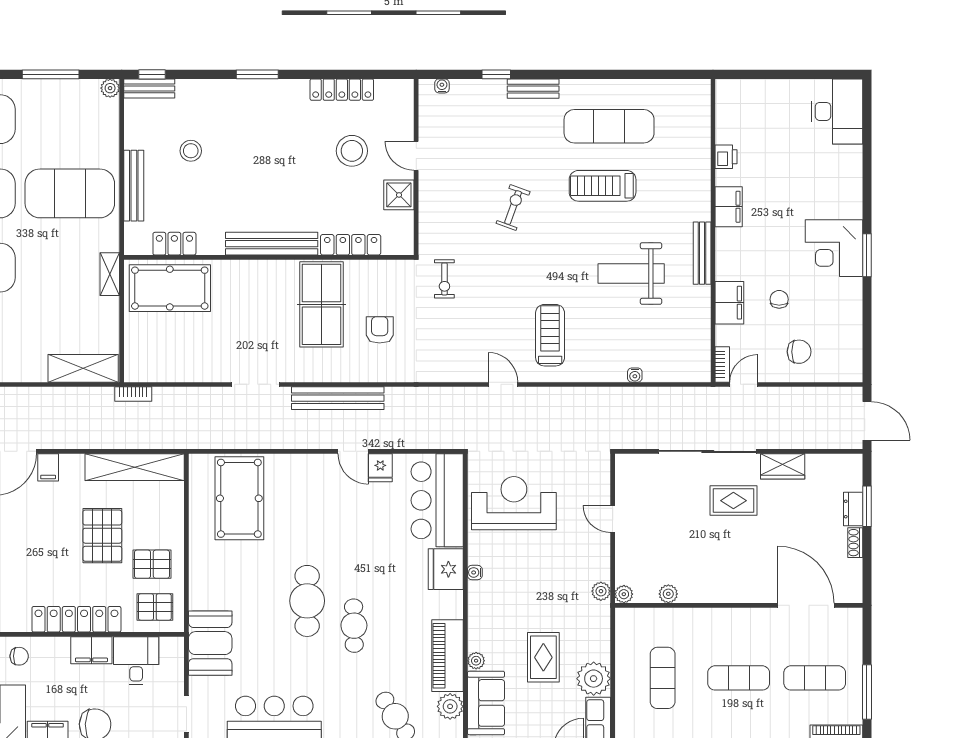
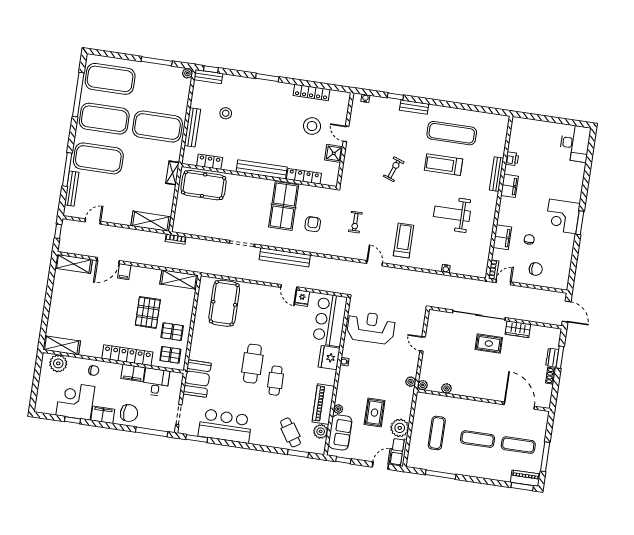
bench: (702, 253) -> (497, 174), moved
exercise bike: (444, 279) -> (355, 222), moved
shelving: (135, 467) -> (179, 280), width x0.68

